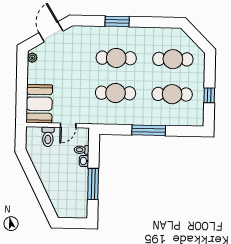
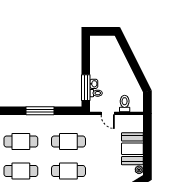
booth: (39, 104) -> (132, 149), moved
door: (68, 125) -> (108, 113), swing flipped
window: (93, 184) -> (86, 88), moved

